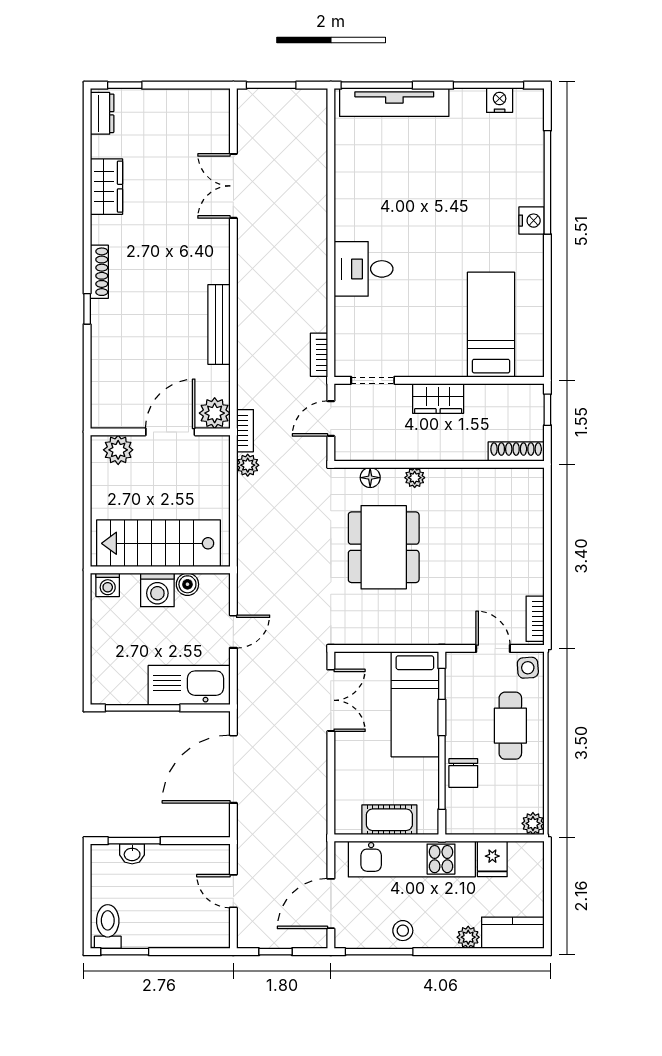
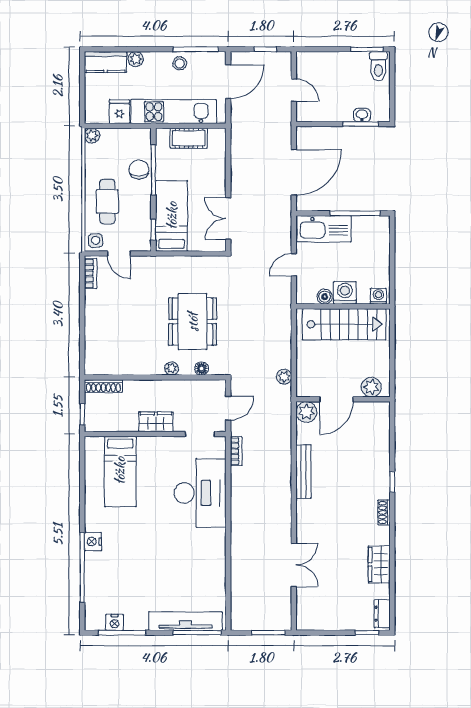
desk: (363, 269) -> (200, 493), width x1.87, depth x1.30
shoe rack: (99, 272) -> (384, 512), width x0.70
bookcase: (245, 431) -> (286, 400), removed

